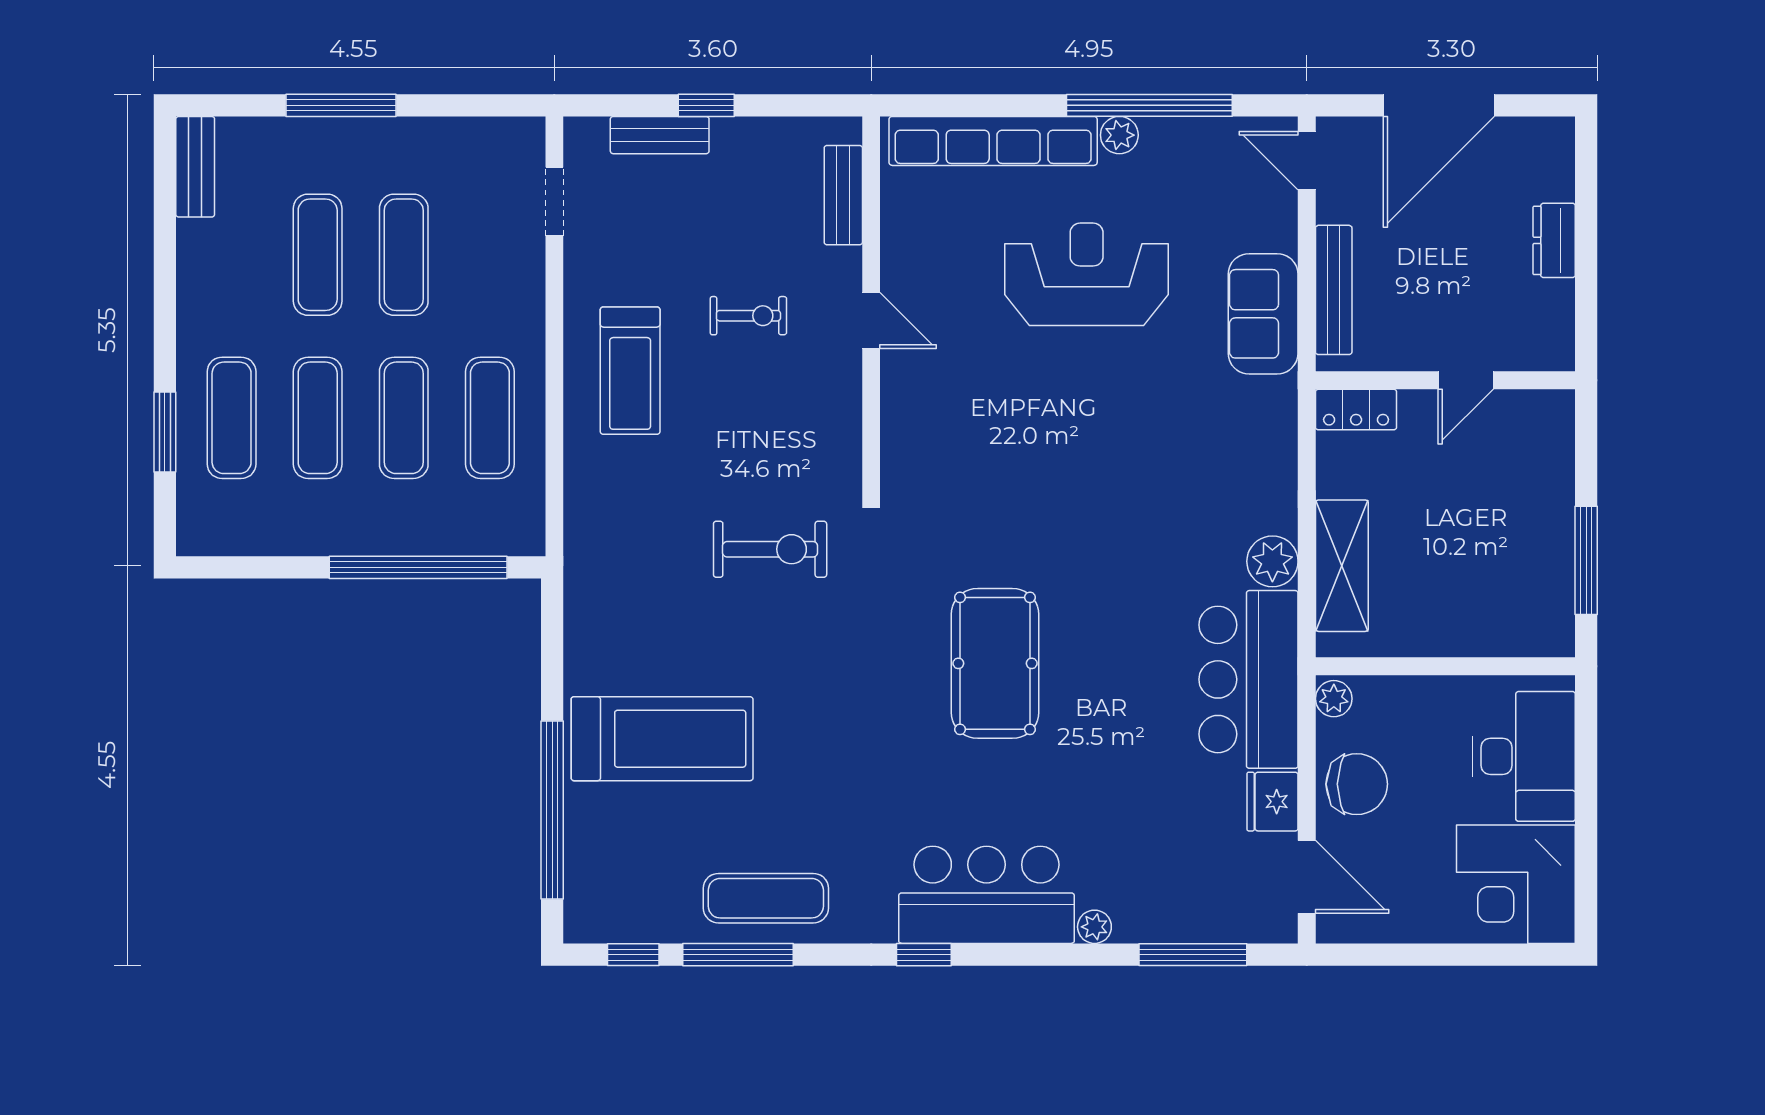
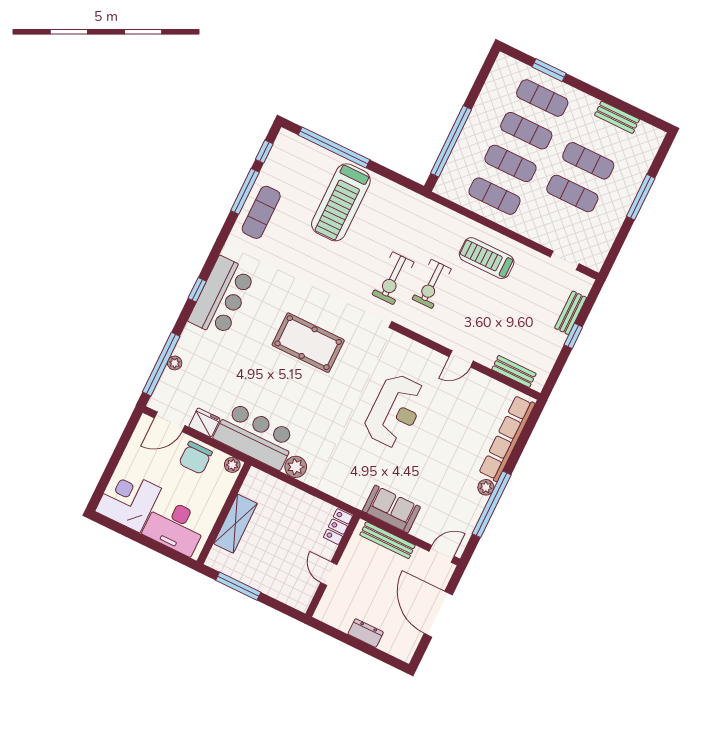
bench: (195, 167) -> (617, 117), moved
reception desk: (1087, 274) -> (395, 411), moved
exercise bike: (748, 316) -> (432, 284), moved, width x1.38, depth x1.39
shelving: (1342, 566) -> (235, 524), moved, turned 90
plant: (1094, 927) -> (175, 363), moved
window: (924, 955) -> (197, 290), moved
window: (1193, 955) -> (161, 364), width x1.46

